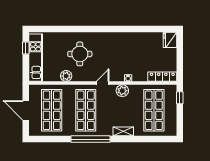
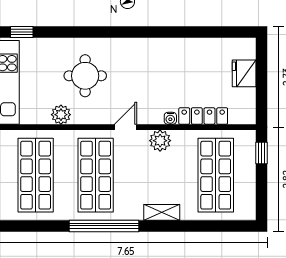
window: (44, 29) -> (22, 32), added
fridge: (170, 40) -> (244, 73), moved
locker: (162, 77) -> (203, 116), moved

